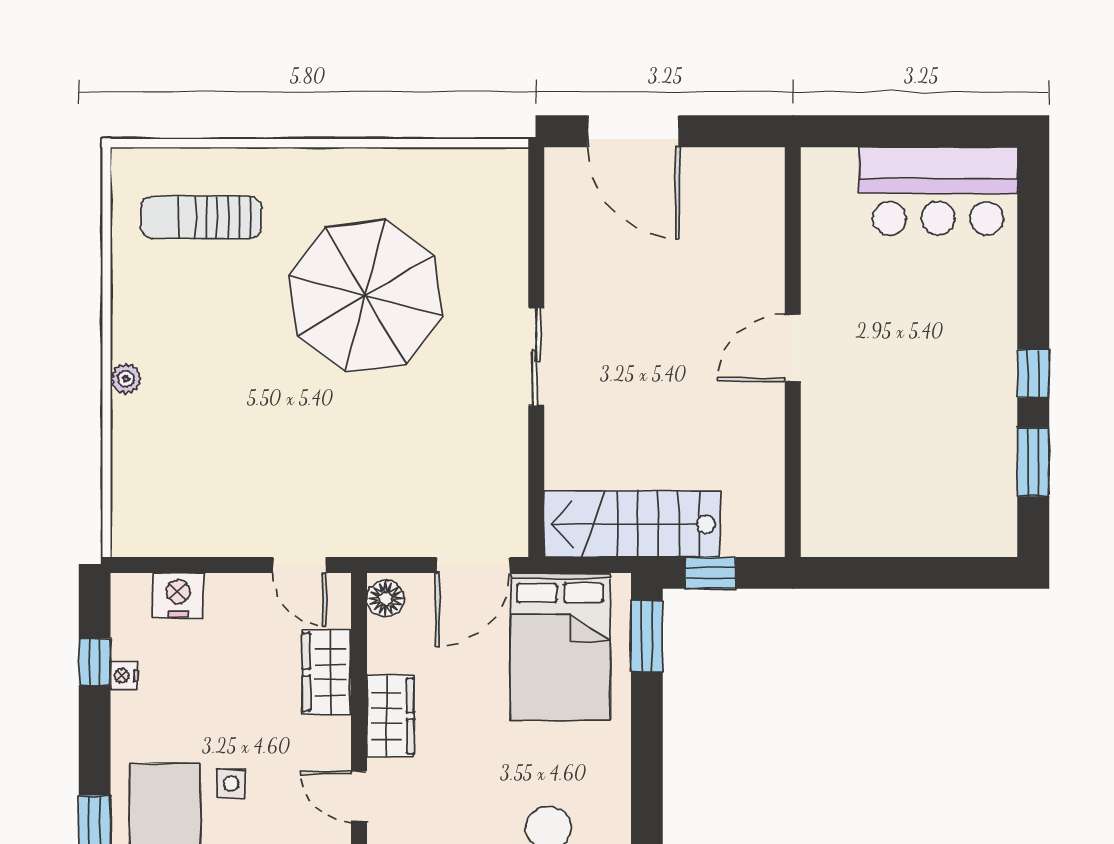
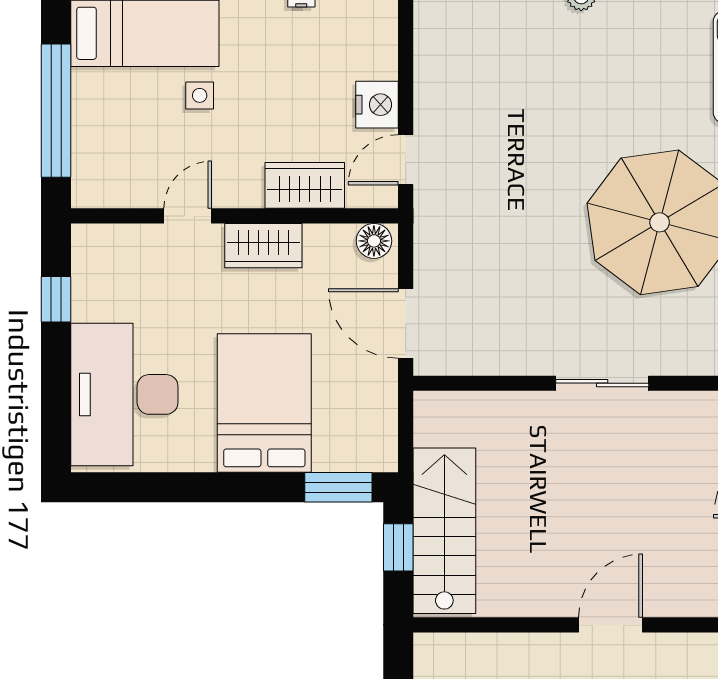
door: (793, 348) -> (611, 625), hinge flipped
stairs: (632, 524) -> (444, 531), moved
nightstand: (178, 595) -> (377, 105), moved
bed: (560, 647) -> (264, 403), moved, turned 90

